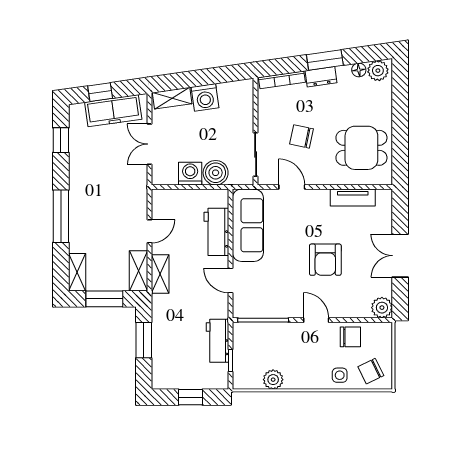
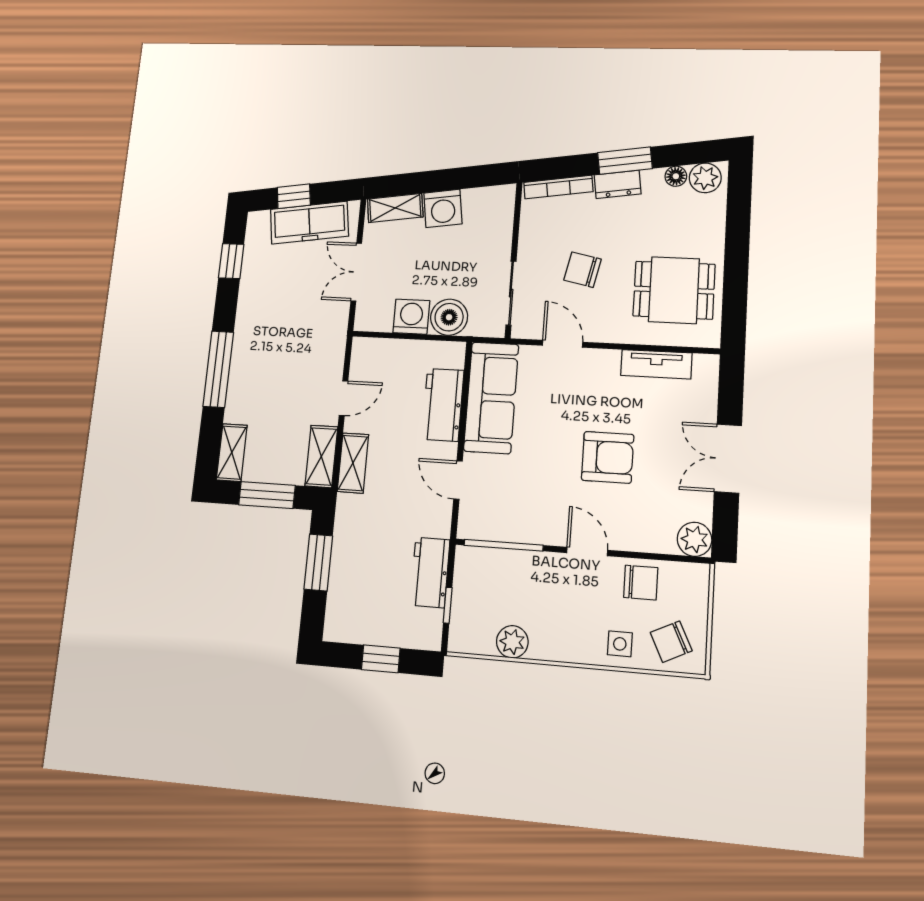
armchair: (325, 260) -> (608, 457), turned -90

